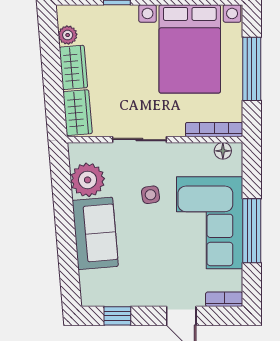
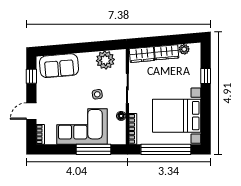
window: (252, 69) -> (166, 149), width x1.46
floor lamp: (223, 151) -> (121, 116), moved
window: (252, 231) -> (94, 149), moved
sofa: (95, 233) -> (59, 66), moved

